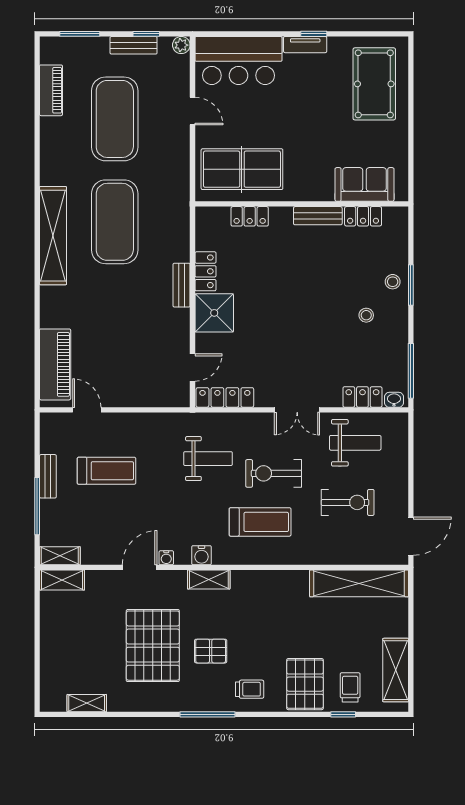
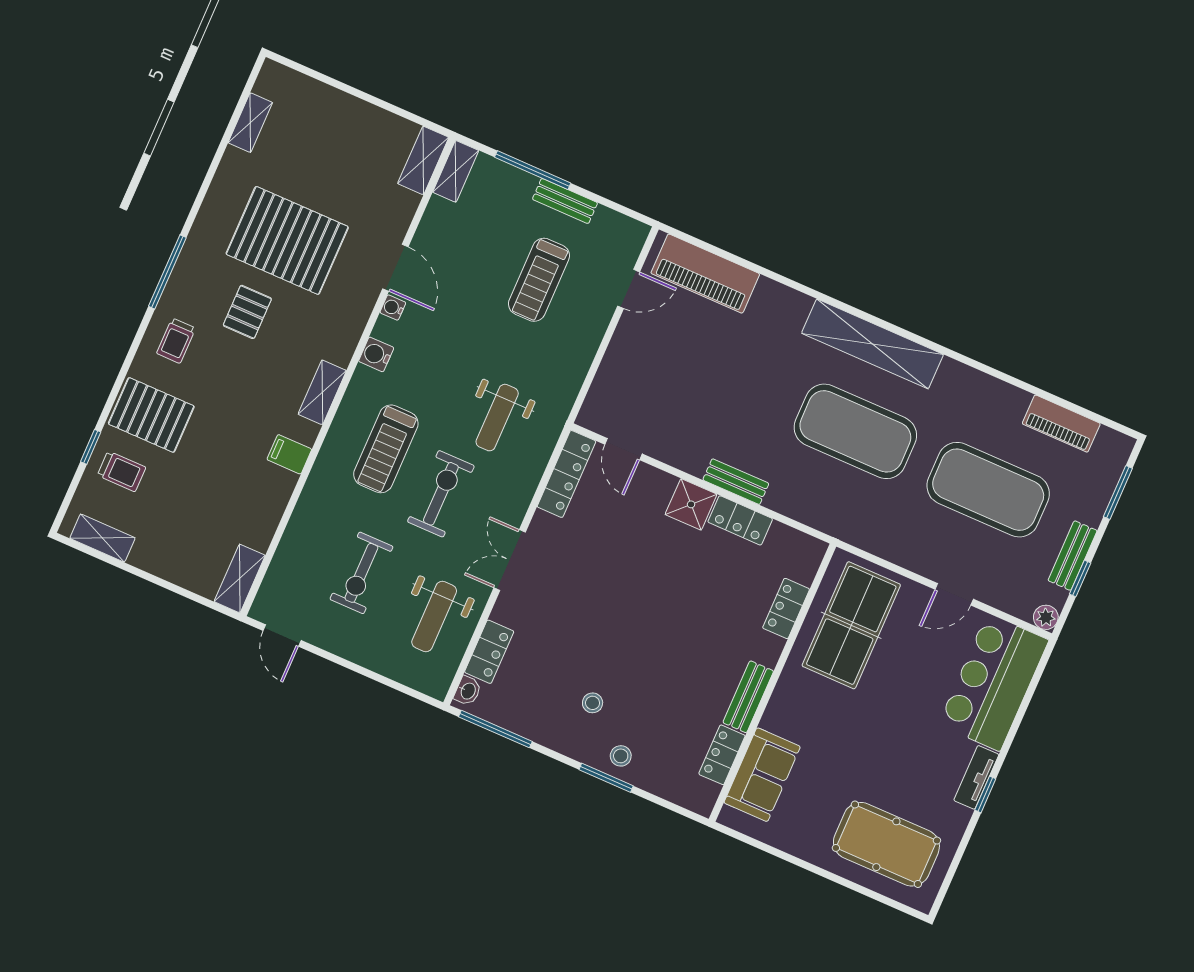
shower: (214, 313) -> (691, 504), width x0.73, depth x0.73
door: (411, 536) -> (282, 635), width x0.73
shelving: (209, 579) -> (322, 392), moved
filing cabinet: (291, 583) -> (289, 454), added
shelving: (359, 583) -> (240, 578), width x0.45, depth x0.75
shelving: (396, 670) -> (102, 538), width x0.67, depth x0.75

